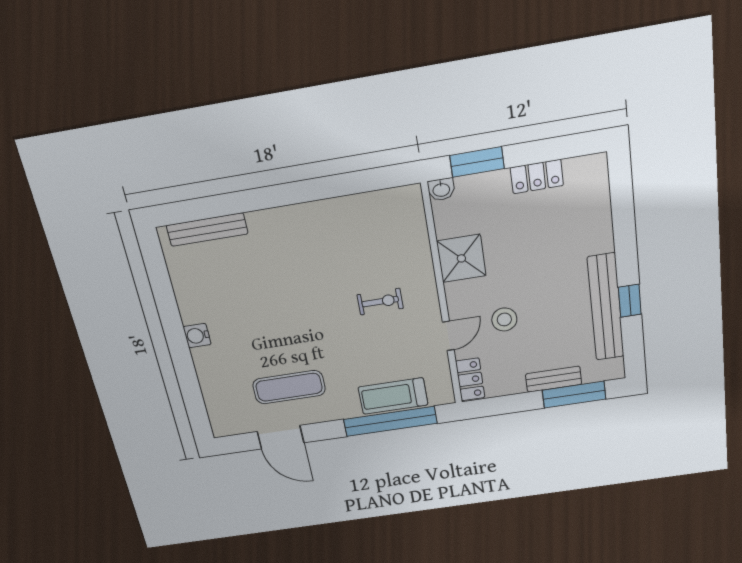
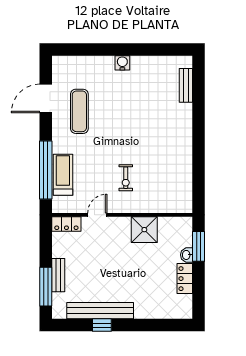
washbasin: (441, 189) -> (187, 255), moved
bench: (207, 230) -> (186, 85), width x0.73
stool: (504, 319) -> (102, 250), removed
door: (448, 336) -> (97, 215), swing flipped

